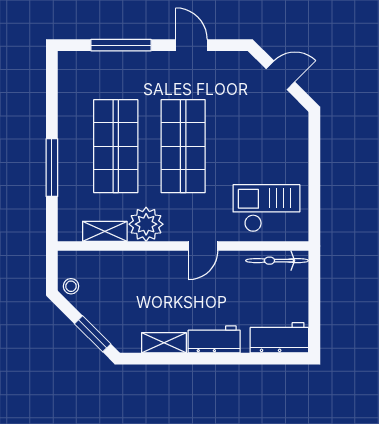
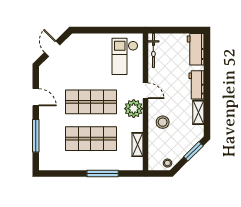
door: (191, 45) -> (36, 97), swing flipped
plant: (146, 224) -> (134, 109), moved
stool: (146, 277) -> (163, 122), added

